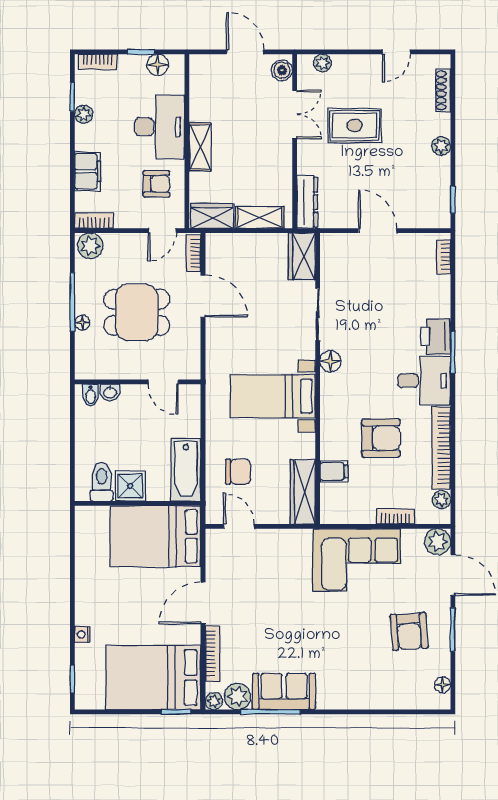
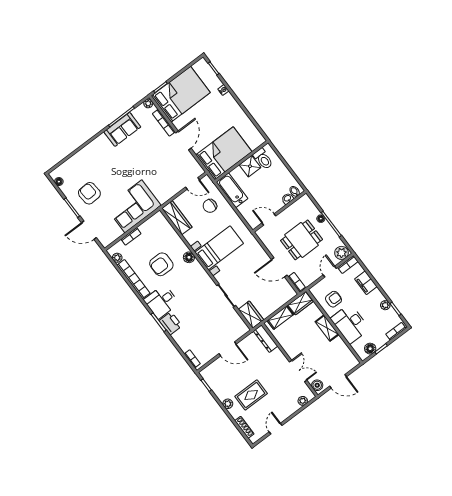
double door: (295, 114) -> (298, 371), swing flipped
rug: (355, 125) -> (251, 395), moved
armchair: (156, 184) -> (334, 299), turned 180
door: (162, 231) -> (330, 272), moved
floor lamp: (330, 361) -> (189, 257), moved
filing cabinet: (334, 471) -> (170, 236), removed
plant: (438, 542) -> (106, 239), removed
plant: (238, 696) -> (140, 113), removed

